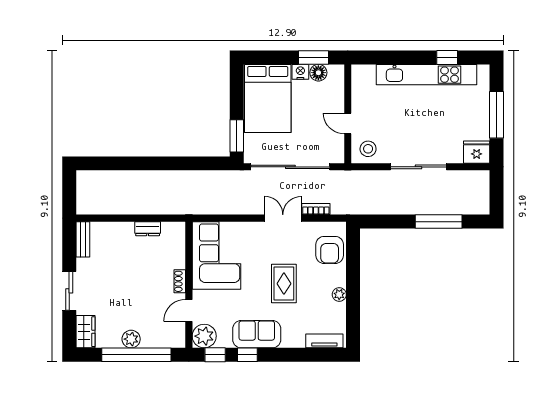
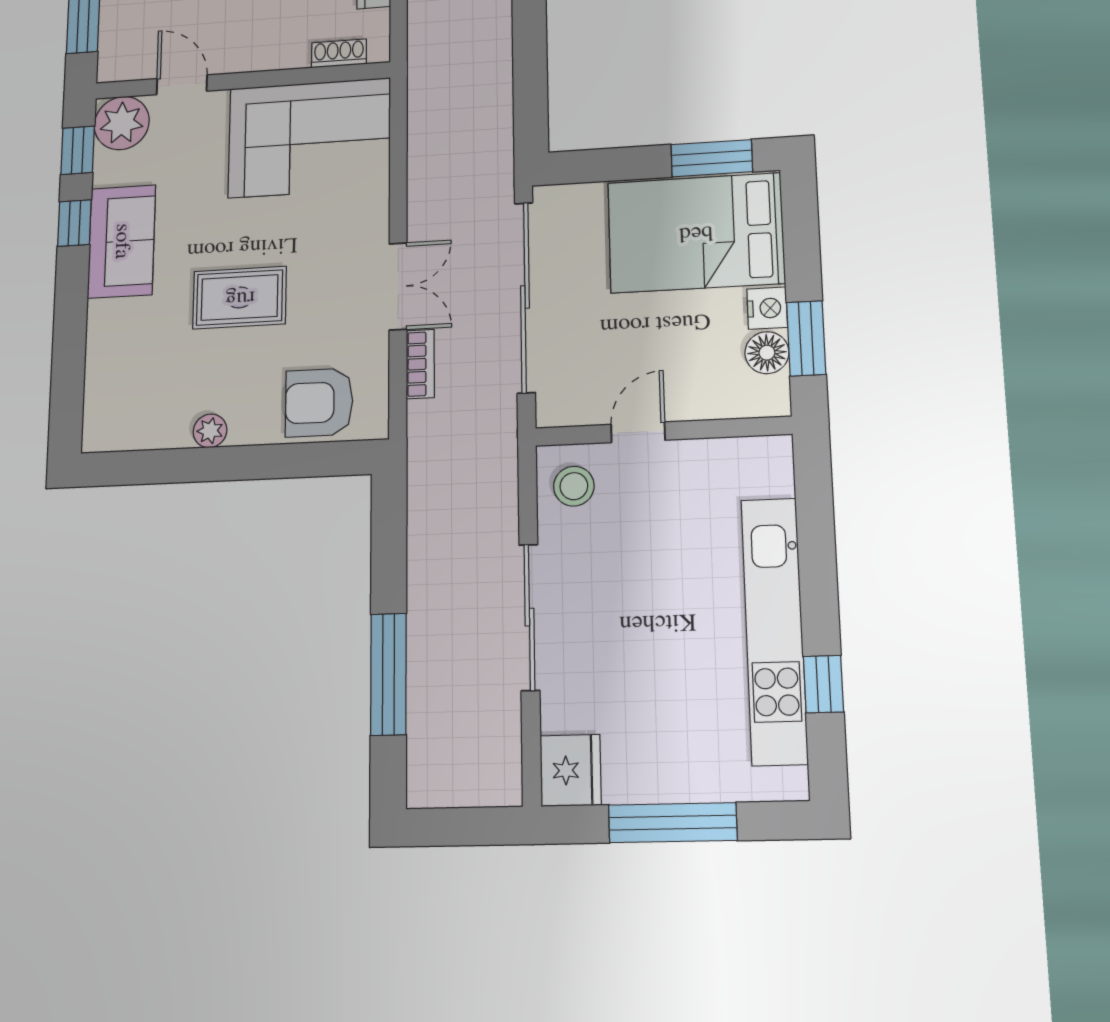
window: (237, 136) -> (712, 158), moved
shoe rack: (180, 281) -> (339, 53), moved
tv unit: (324, 341) -> (100, 401), removed

